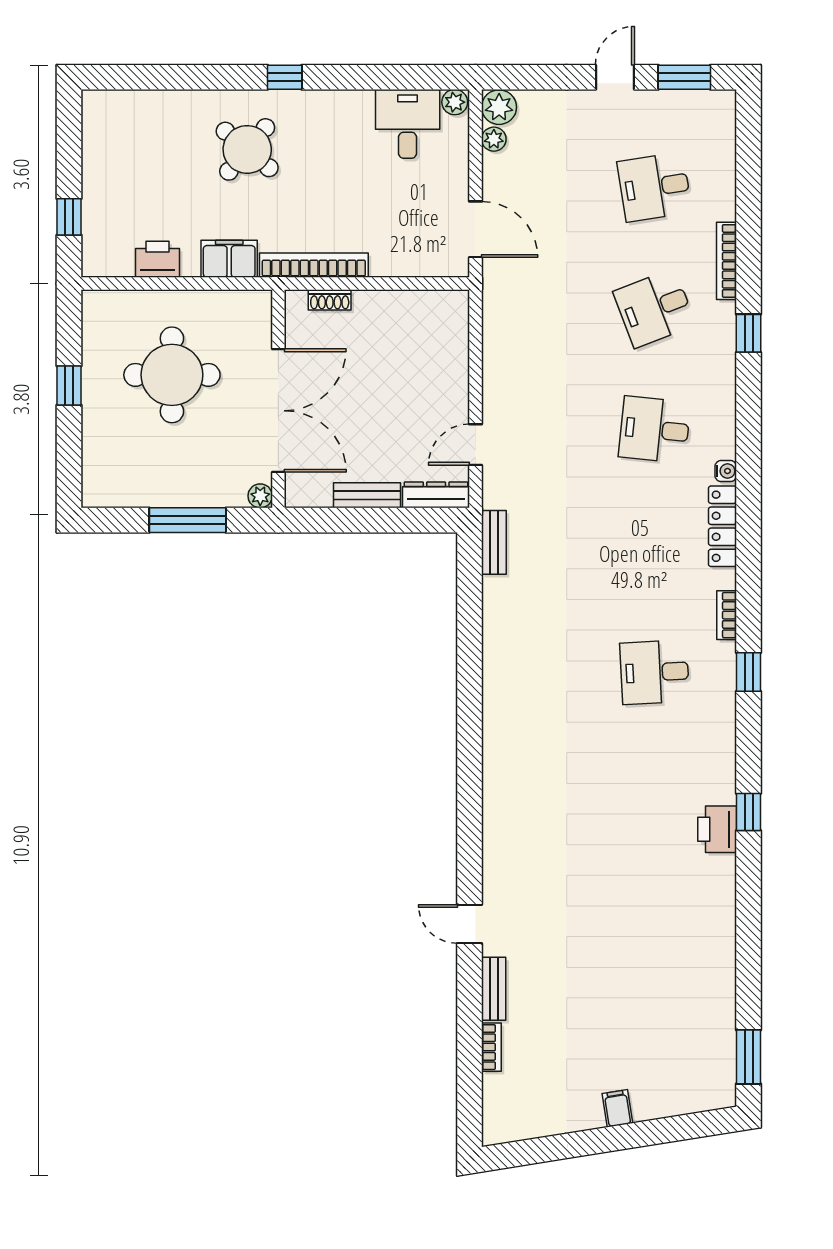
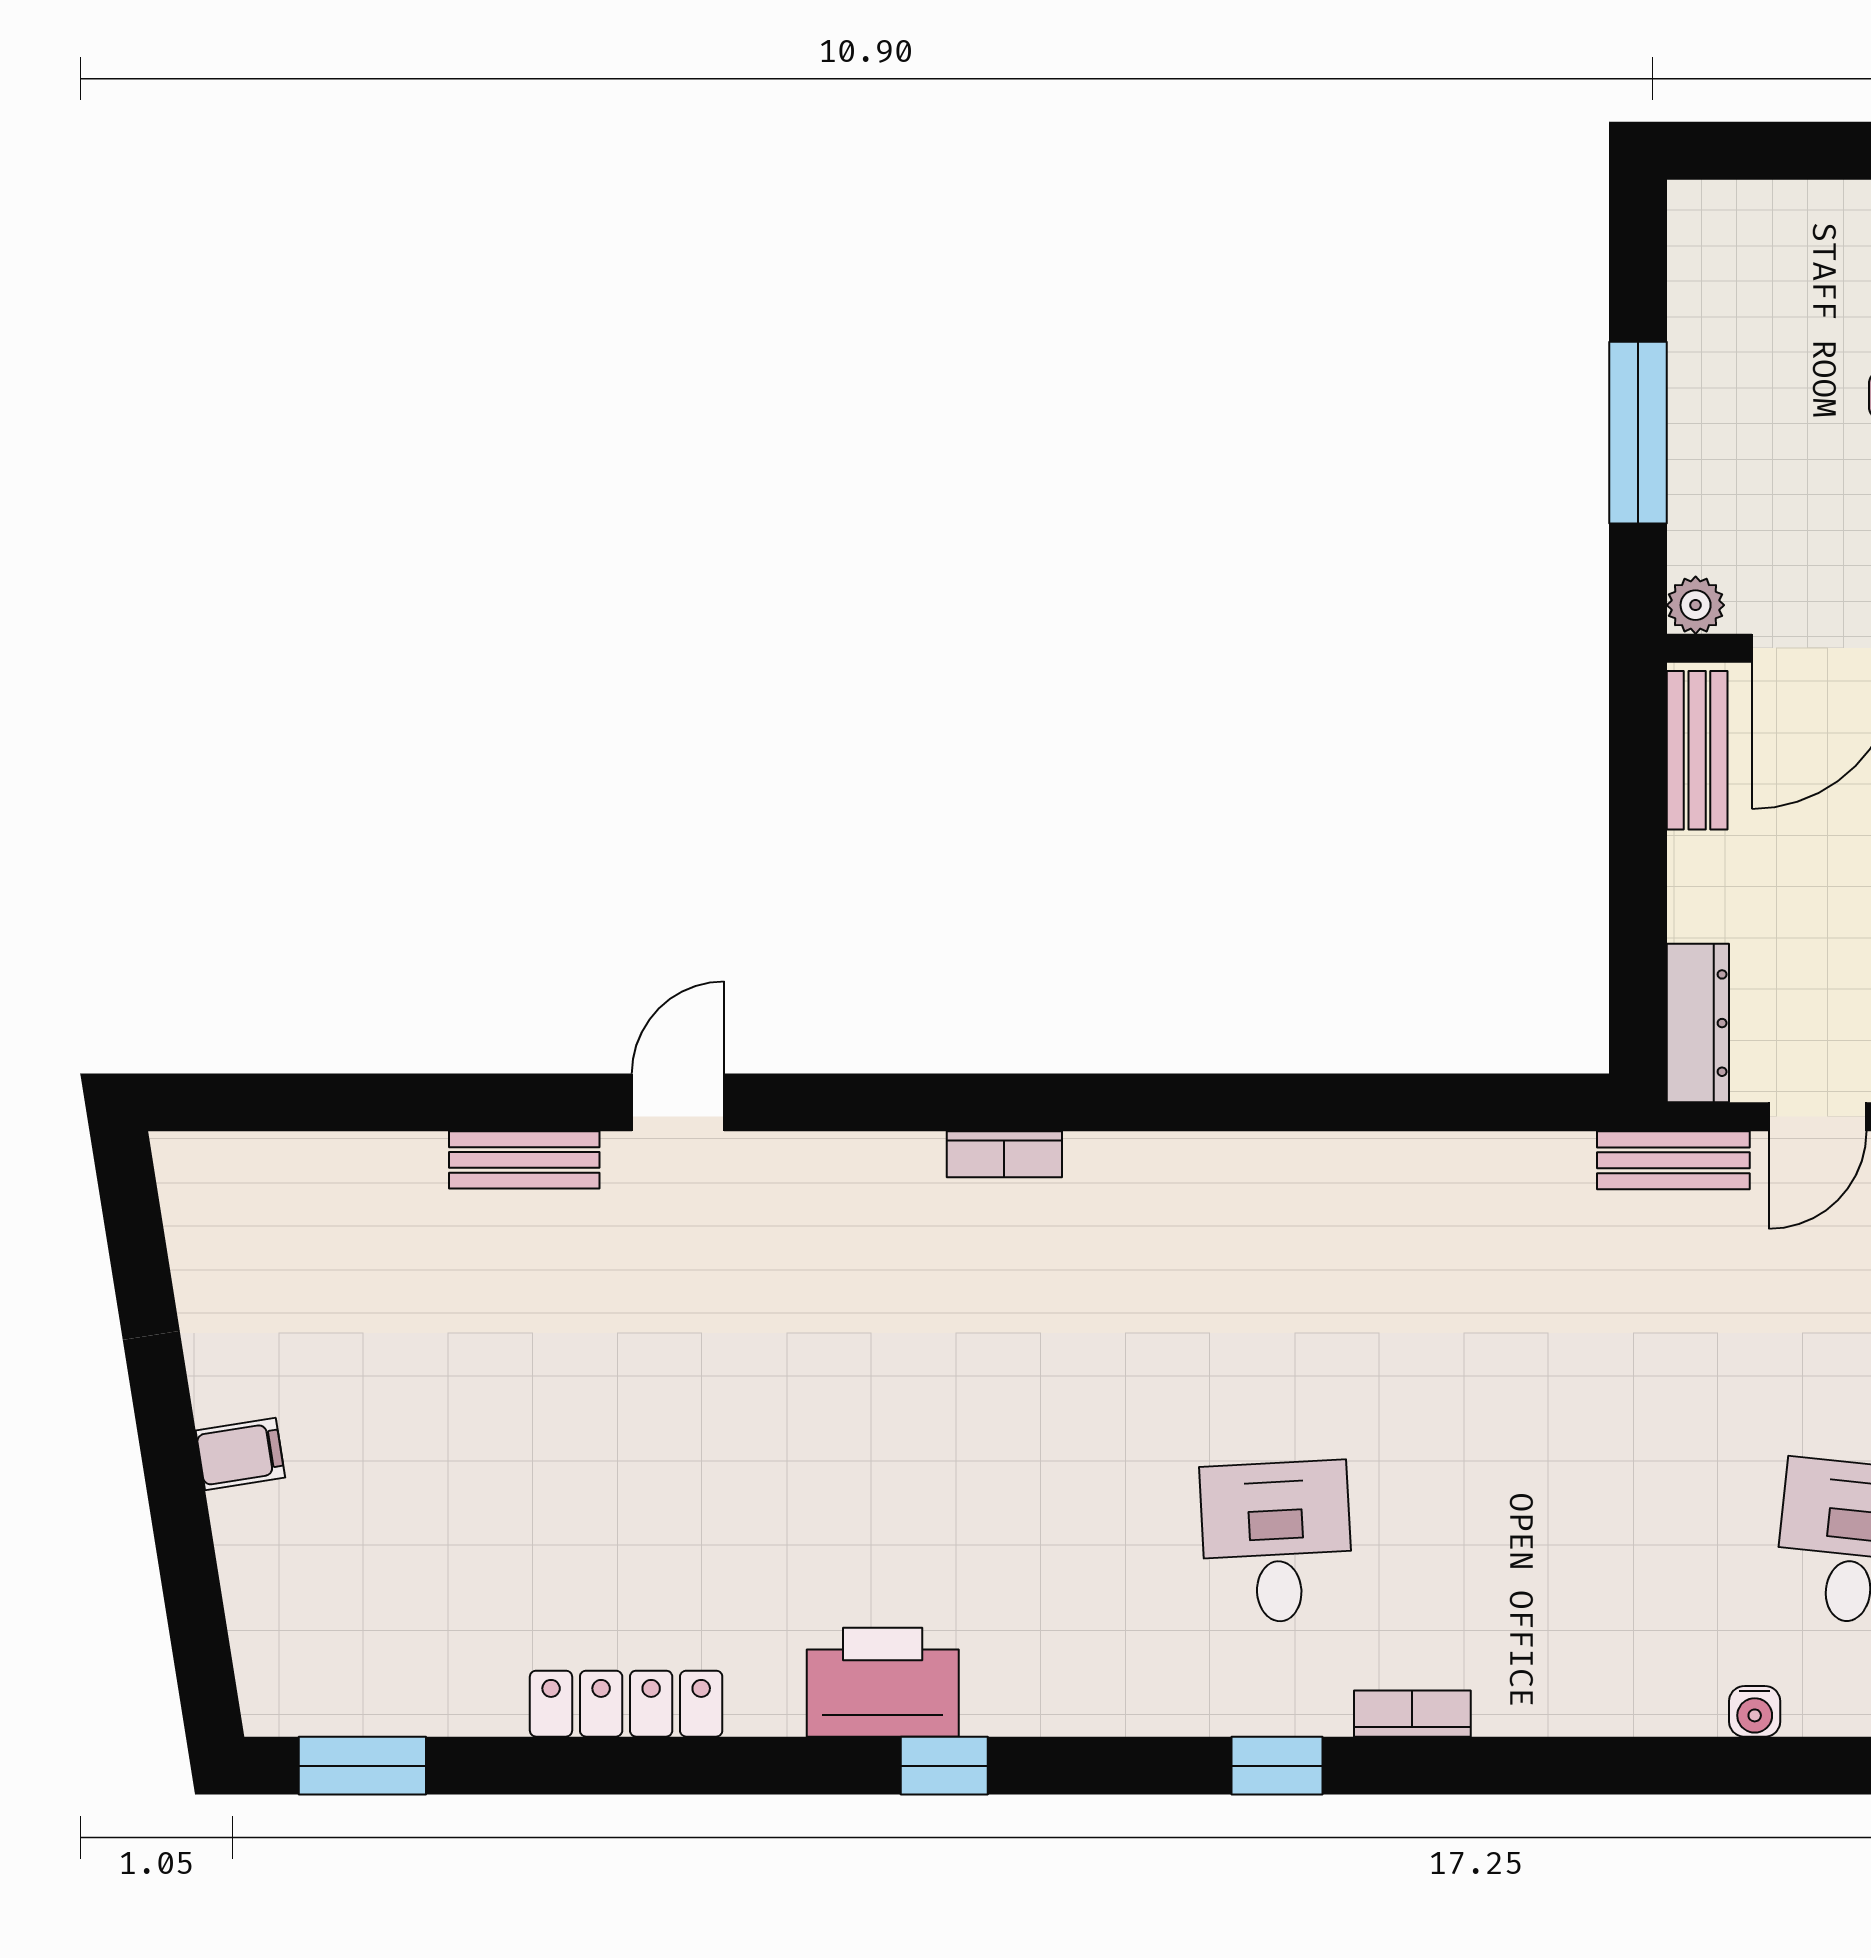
door: (476, 445) -> (1817, 1117), swing flipped
bench: (367, 495) -> (1697, 750), moved
locker: (723, 526) -> (626, 1704), moved
bench: (494, 542) -> (1673, 1160), moved
printer: (717, 829) -> (883, 1682), width x1.37, depth x1.19
bookcase: (491, 1047) -> (1004, 1154), moved

